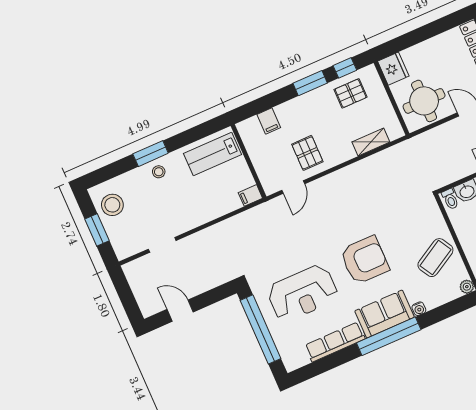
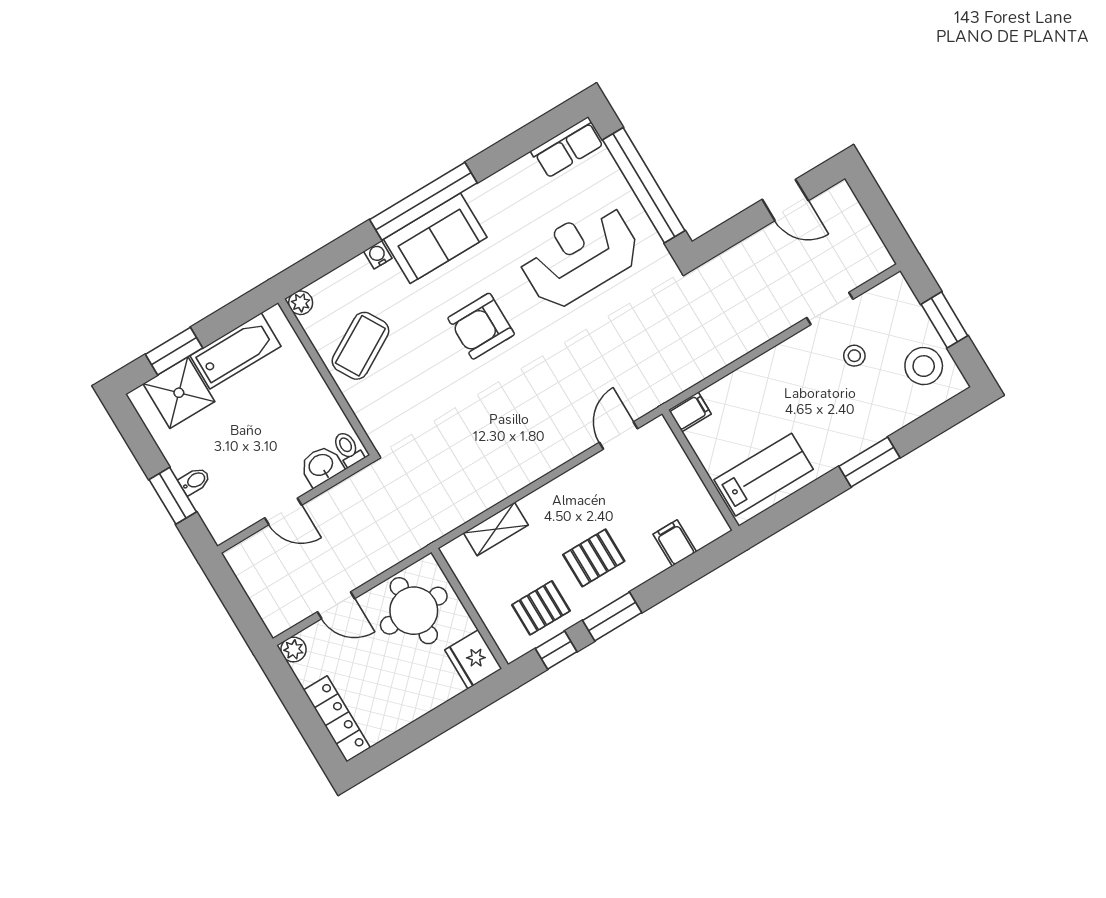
pallet: (307, 153) -> (594, 558), moved, turned 90
stool: (159, 172) -> (854, 356), moved
armchair: (365, 260) -> (481, 326), width x0.73, depth x0.73
row of seats: (335, 342) -> (568, 148), moved, width x0.68

